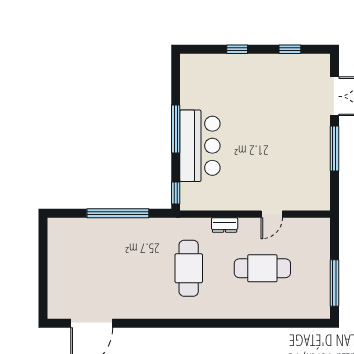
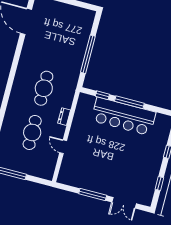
bar counter: (200, 146) -> (123, 116), width x1.36
window: (176, 193) -> (102, 95), moved
cafe table: (189, 268) -> (44, 88), turned 90

